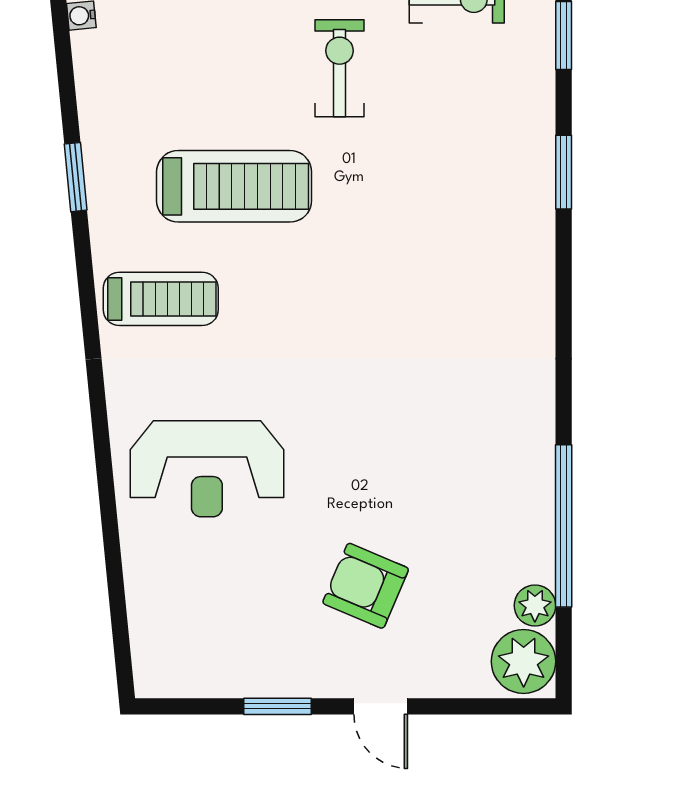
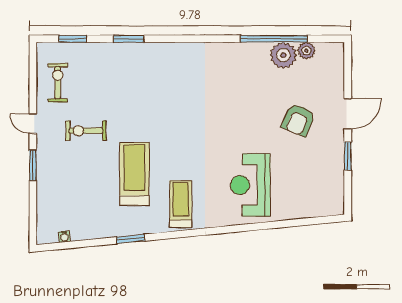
reception desk: (207, 469) -> (250, 185), turned 180
plant: (524, 661) -> (283, 55), moved
door: (381, 706) -> (348, 114), width x1.38

